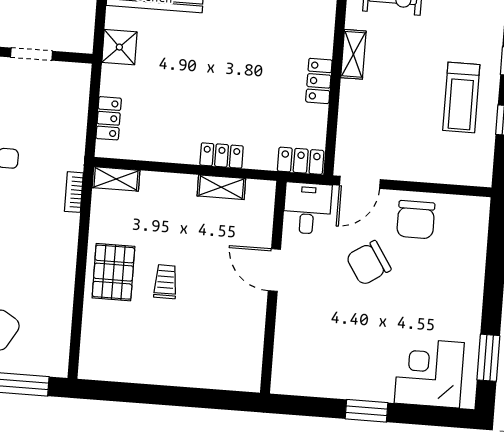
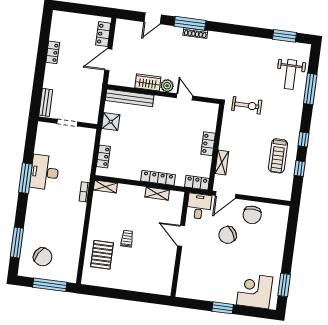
shelving: (353, 54) -> (222, 162), moved
locker: (222, 156) -> (158, 178), width x1.53
pallet: (113, 272) -> (102, 255), moved

